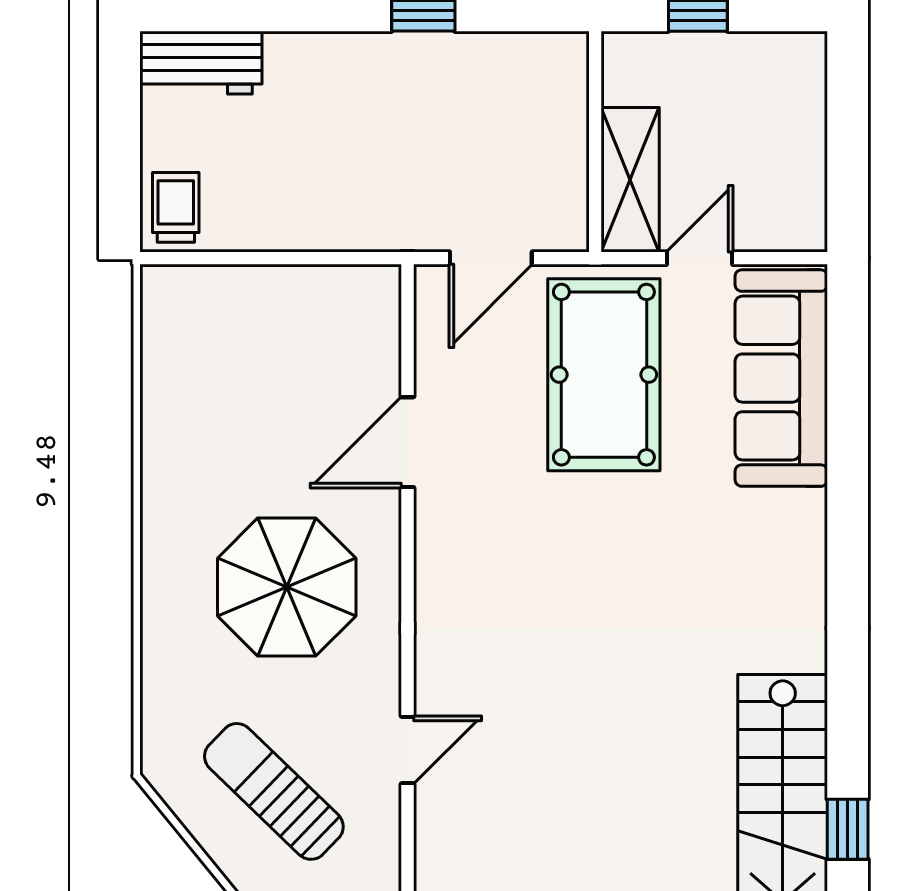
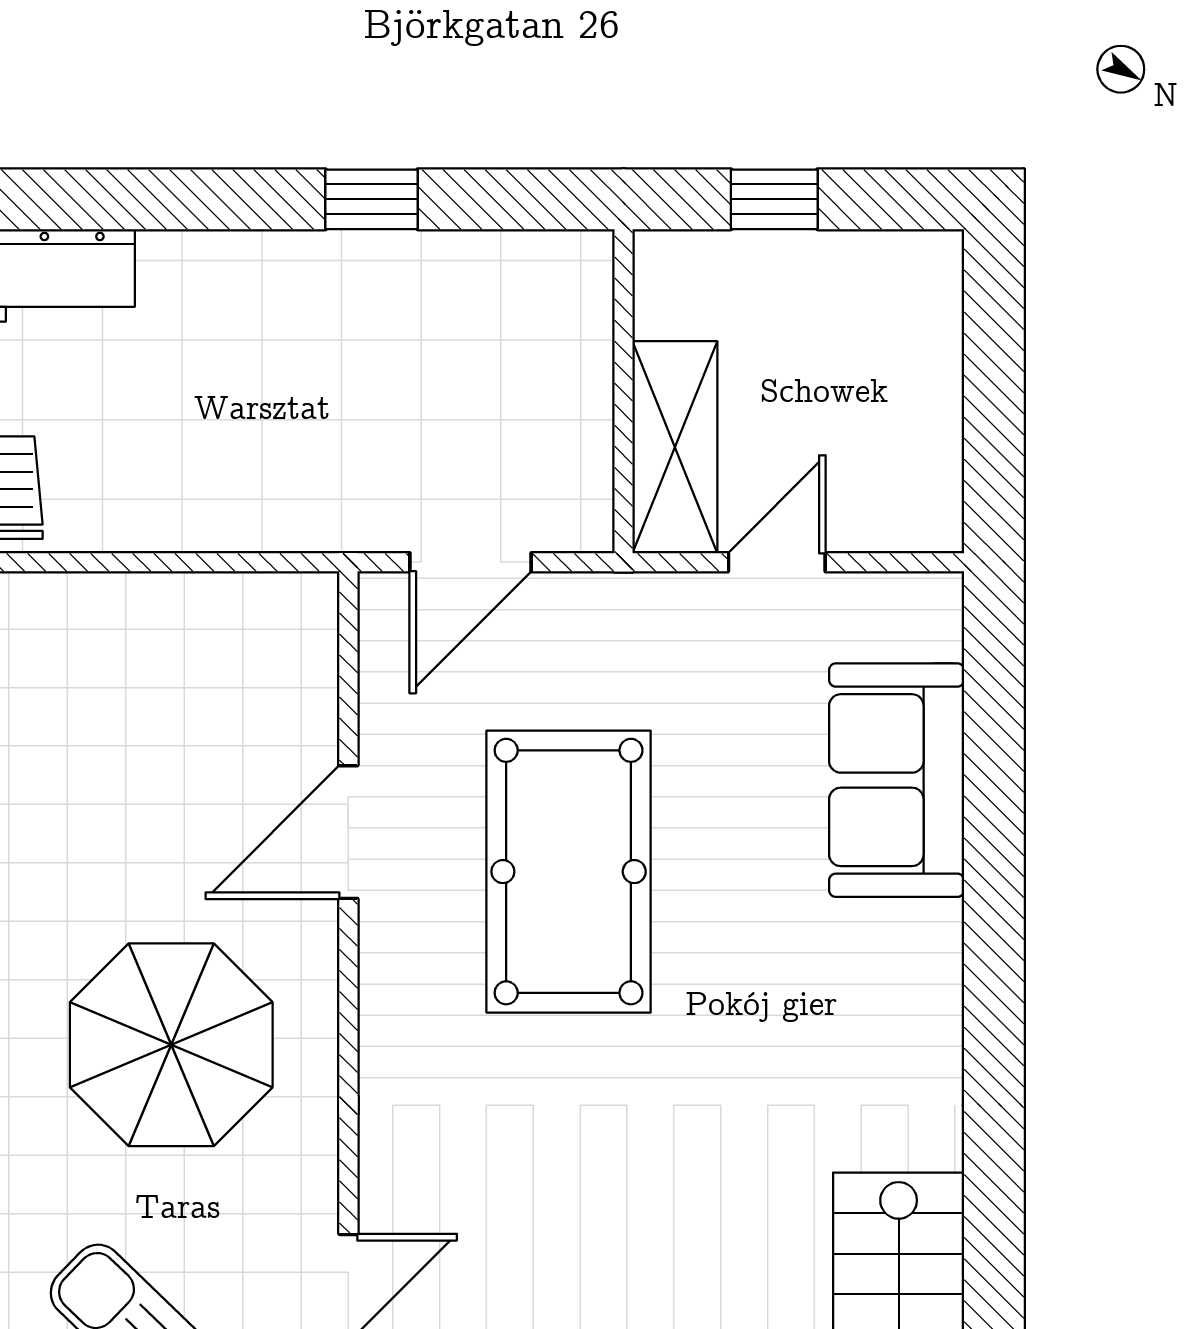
pool table: (604, 375) -> (569, 872), moved
sofa: (781, 378) -> (897, 780), width x0.73

